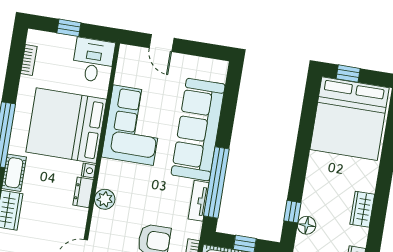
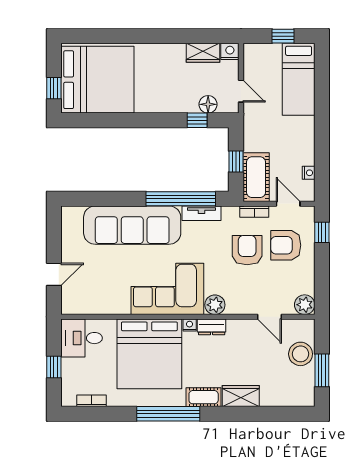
corner sofa: (133, 125) -> (167, 289), moved
wardrobe: (362, 209) -> (203, 53), moved

